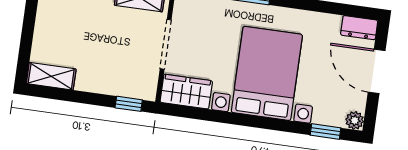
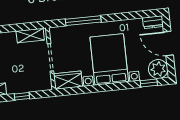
window: (129, 104) -> (22, 96), moved
plant: (355, 120) -> (158, 69), width x1.88, depth x1.88

